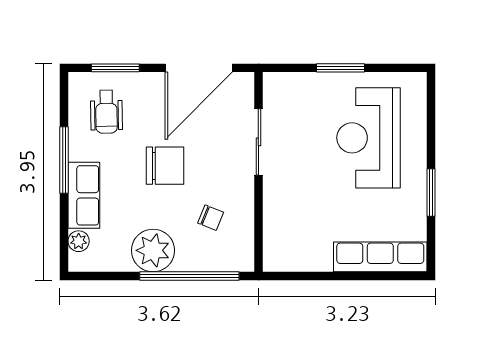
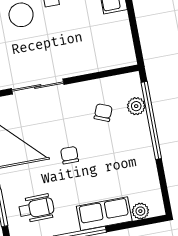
chair: (165, 166) -> (70, 155), width x0.54, depth x0.54
plant: (153, 250) -> (136, 106), moved, width x0.53, depth x0.53

